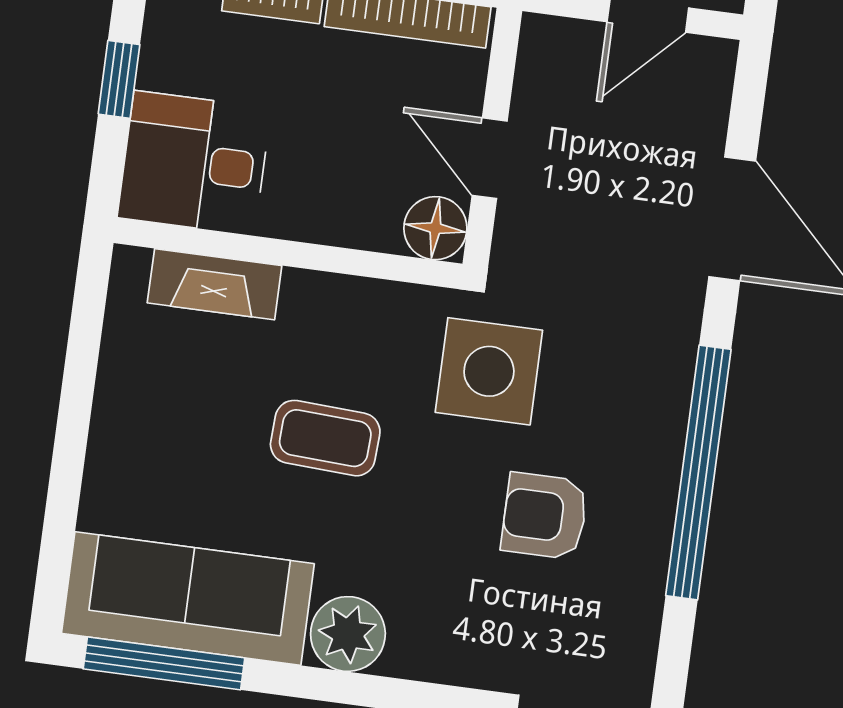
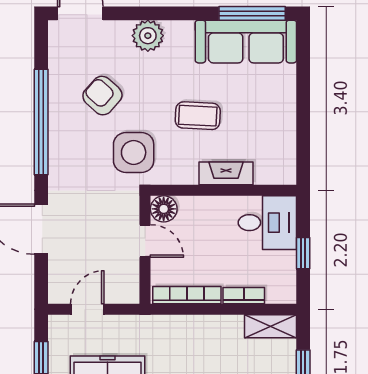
fireplace: (215, 284) -> (226, 173), moved
armchair: (545, 516) -> (102, 96), turned -138
plant: (348, 634) -> (148, 36), moved

